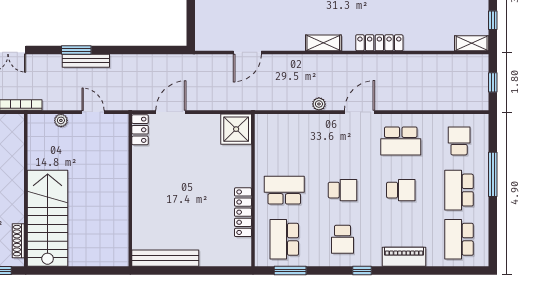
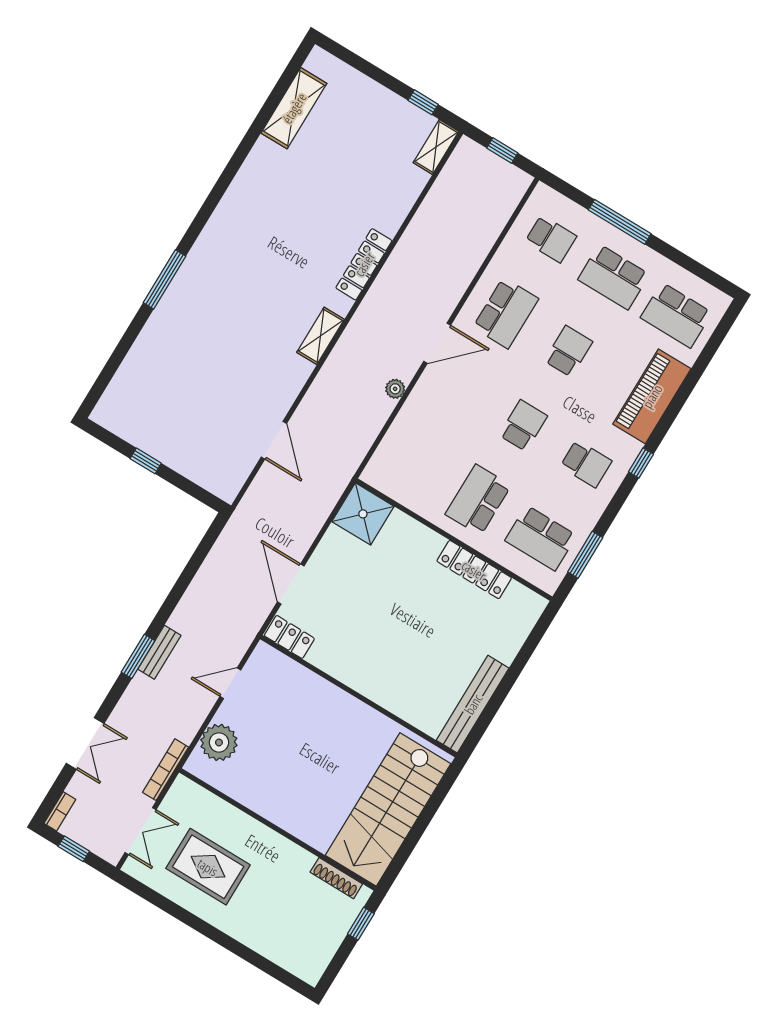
bench: (86, 61) -> (159, 652), width x0.73
door: (360, 112) -> (437, 343), swing flipped
plant: (61, 120) -> (219, 742), width x1.88, depth x1.88
school desk: (459, 141) -> (551, 239), turned 180
stairs: (48, 218) -> (388, 809), moved, turned -90
piano: (404, 257) -> (652, 396), width x1.37, depth x1.33

